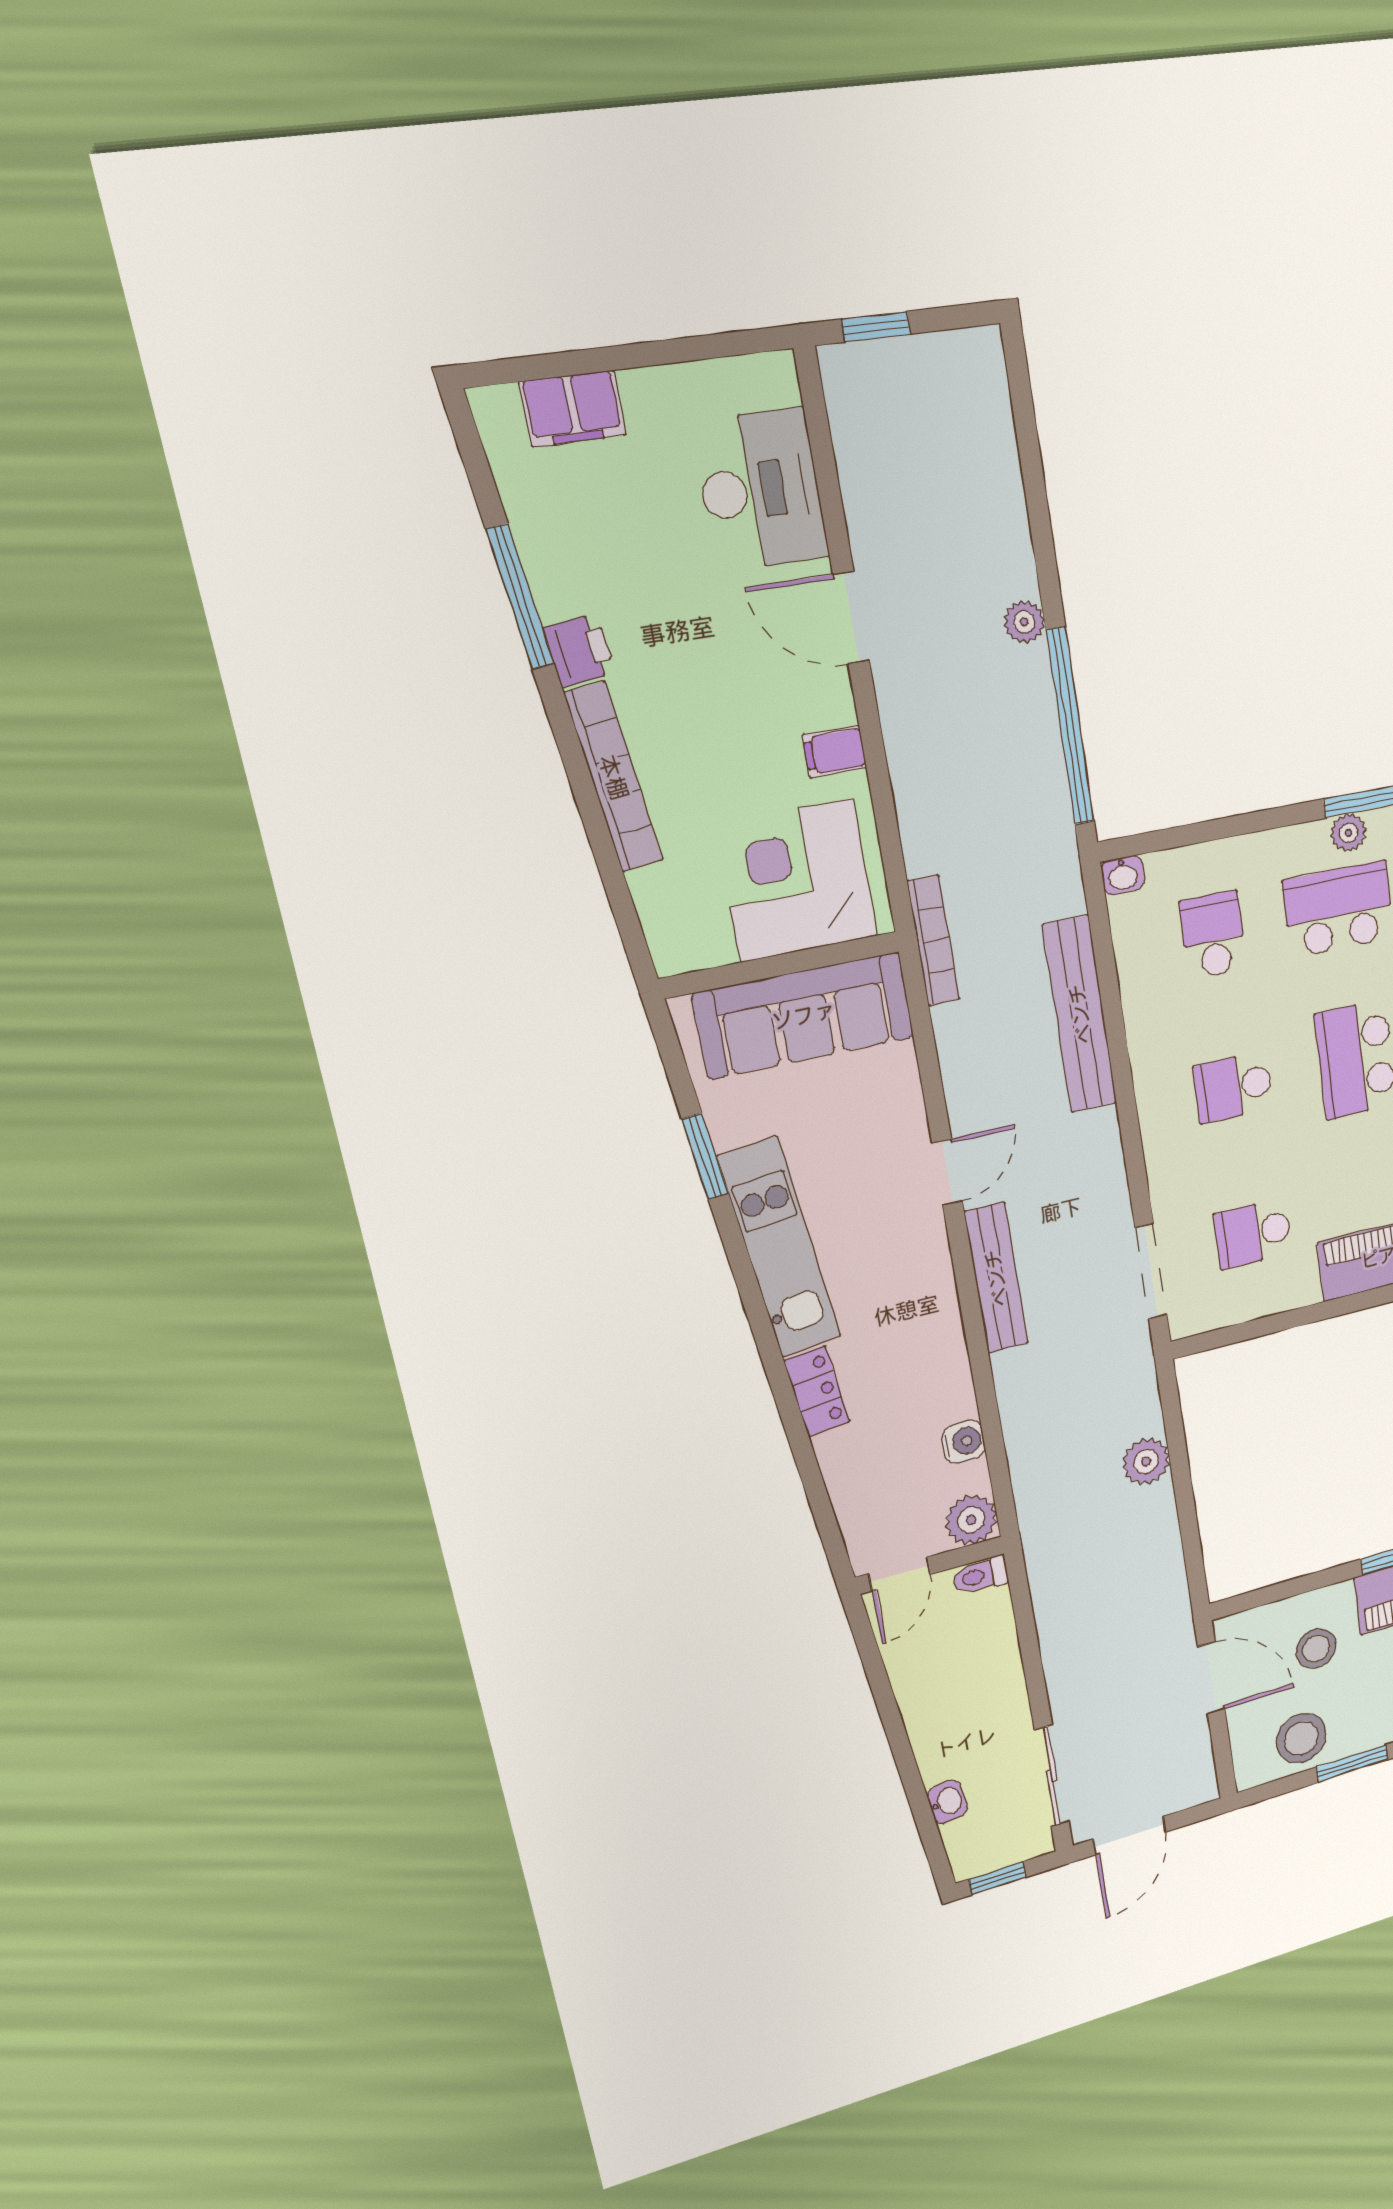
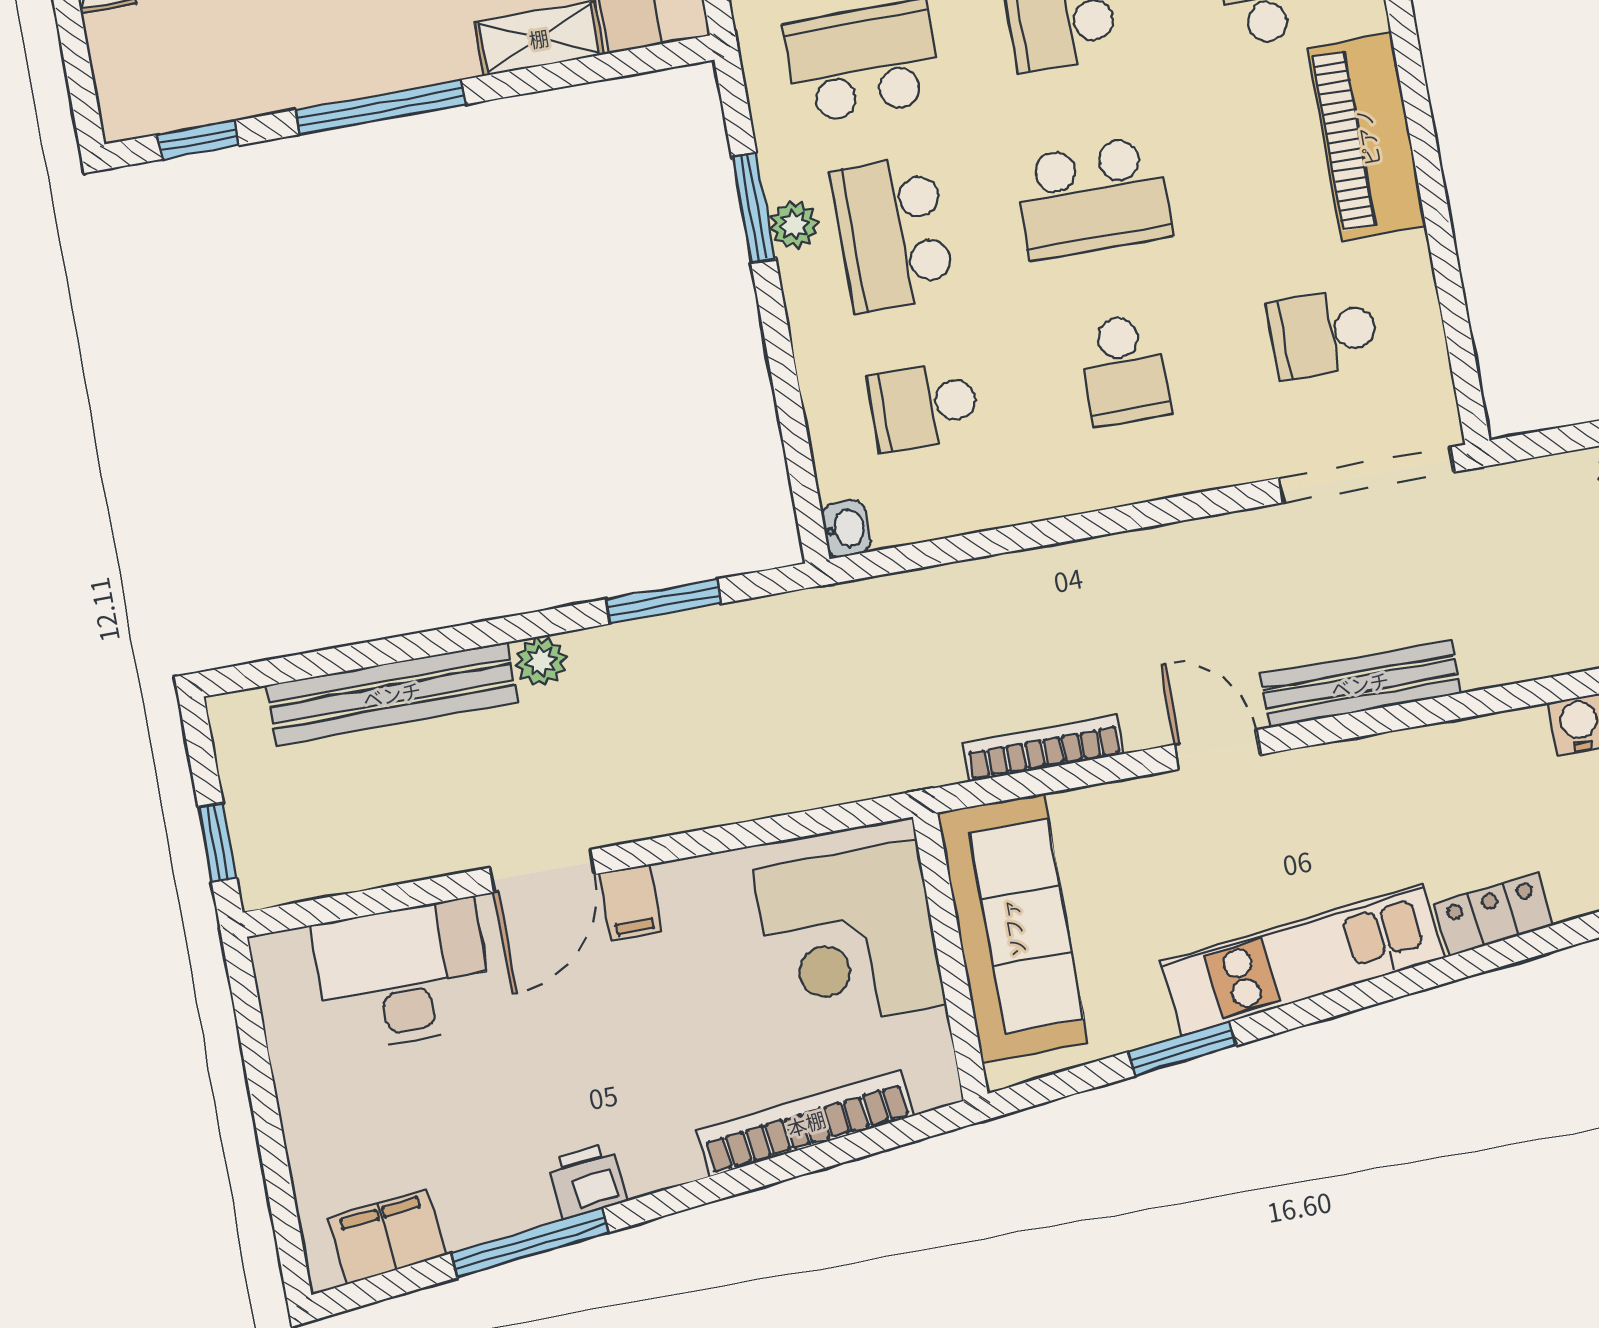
filing cabinet: (573, 409) -> (387, 1237), moved, turned -96
window: (1070, 726) -> (664, 601), width x0.47
filing cabinet: (835, 752) -> (631, 903), moved
bookcase: (614, 777) -> (806, 1123), moved
bookcase: (933, 941) -> (1043, 748), moved
bench: (1080, 1014) -> (392, 694), moved
school desk: (1253, 1233) -> (1323, 334), turned 90
doorway: (1151, 1271) -> (1366, 475), width x1.36

